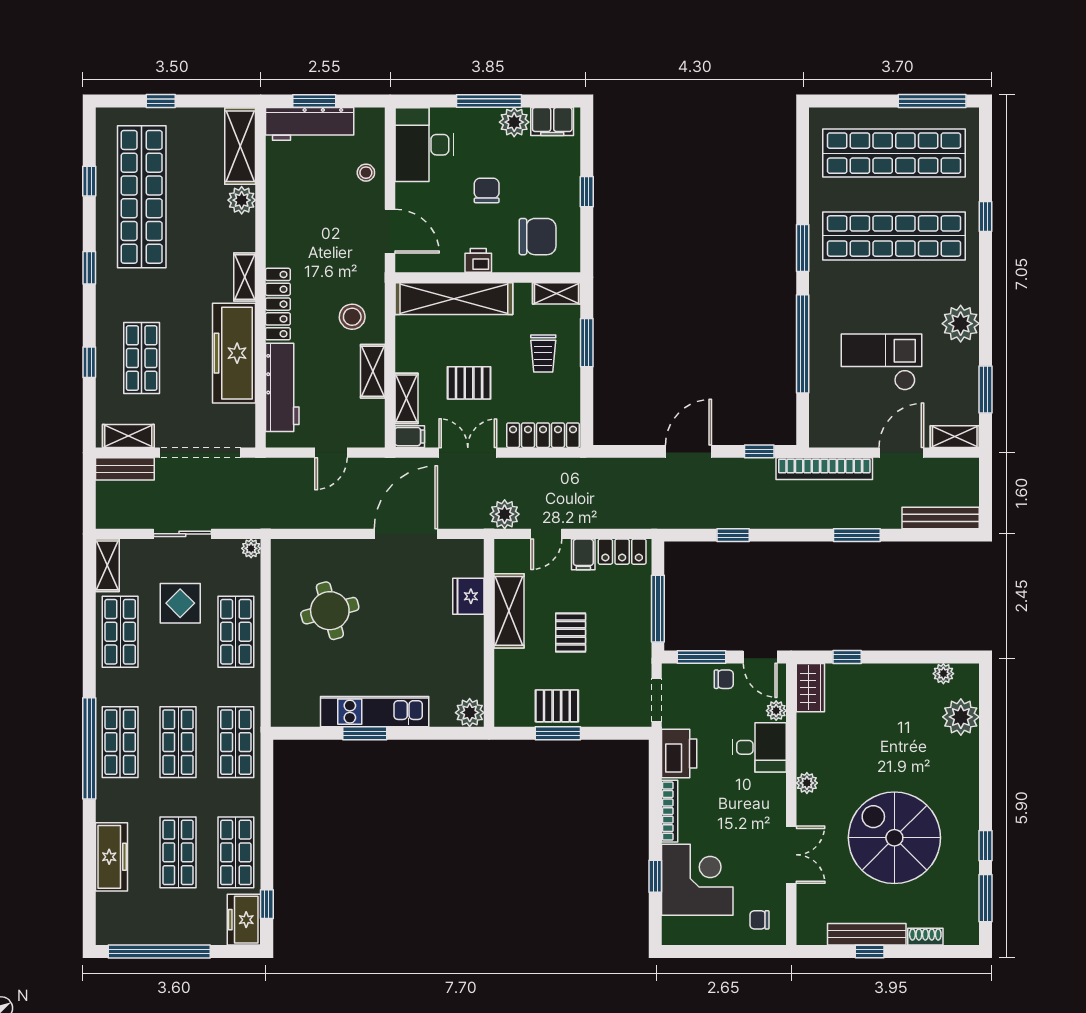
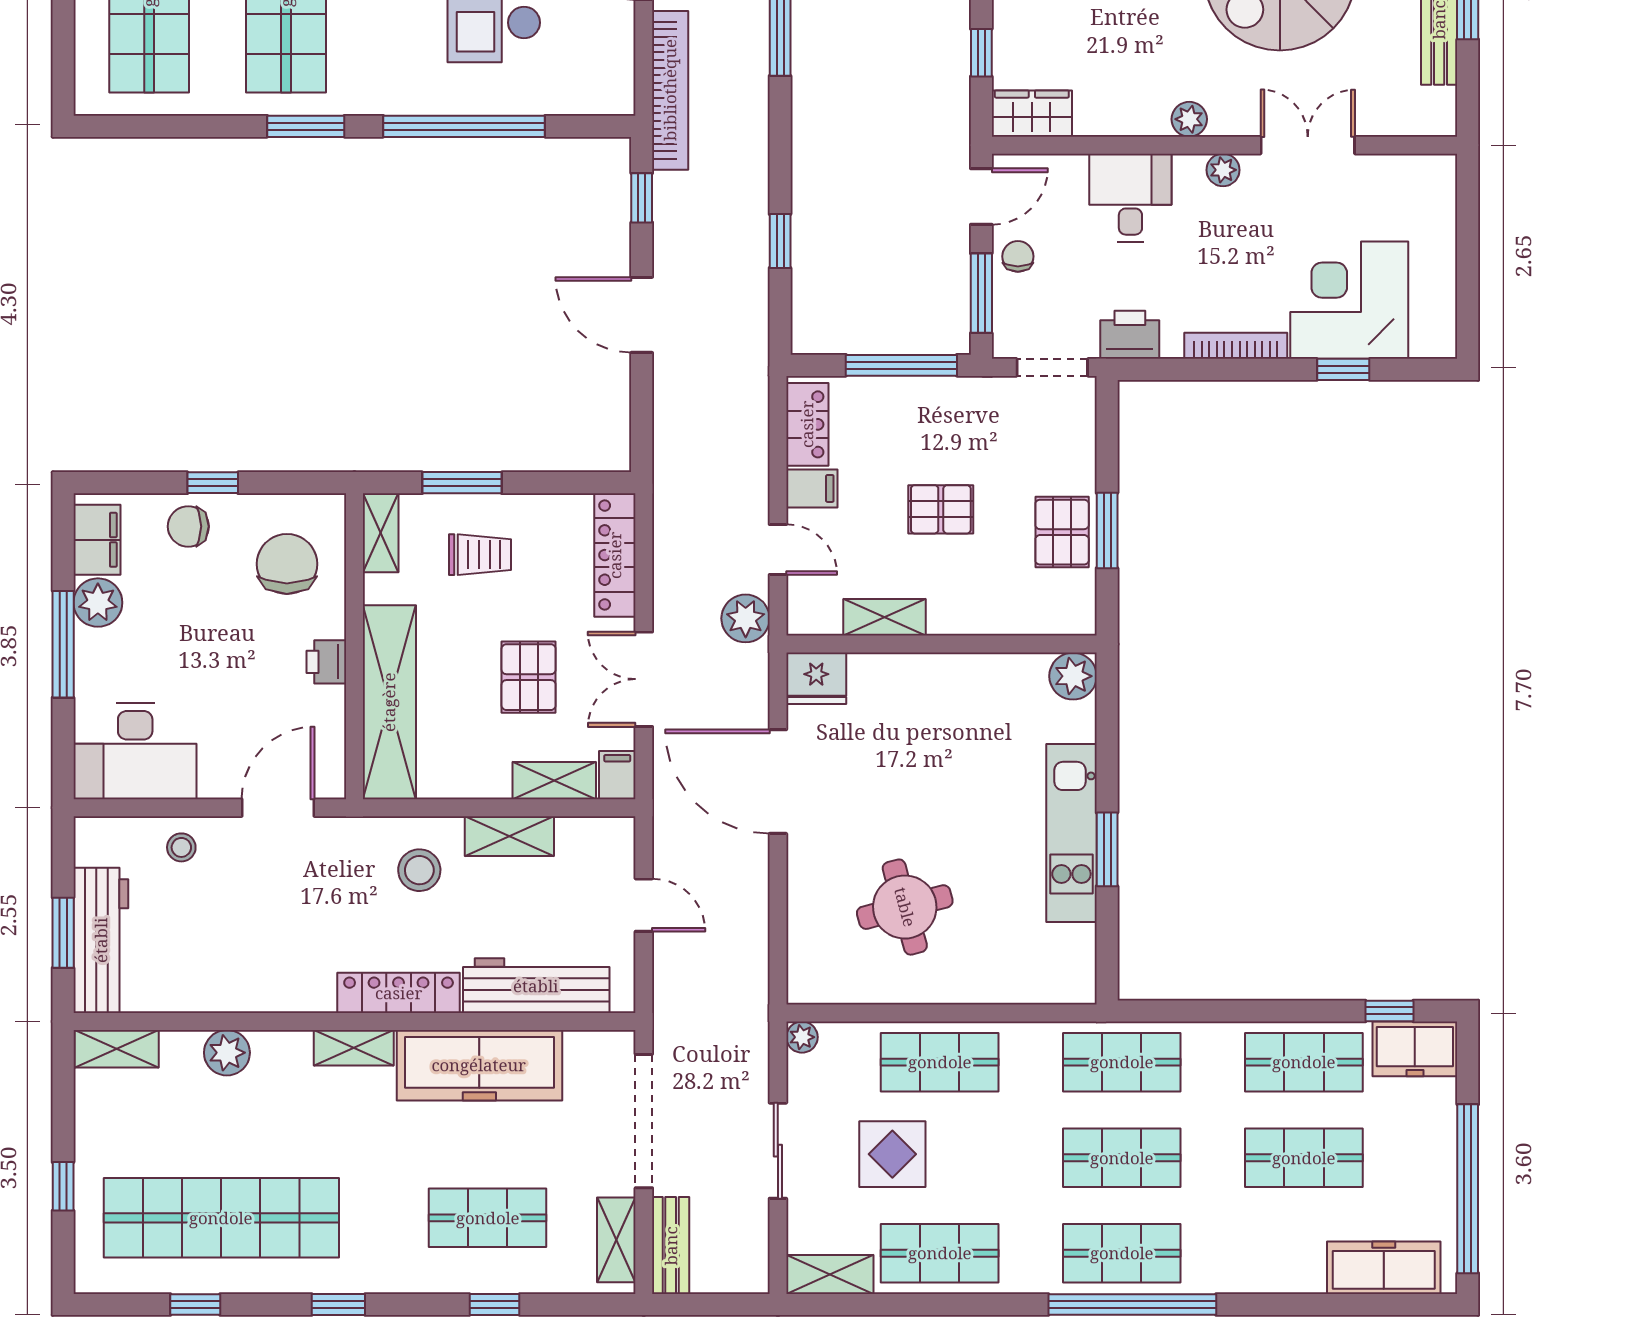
shelving: (240, 146) -> (117, 1049), width x0.67, depth x0.75
chair: (487, 190) -> (188, 526), moved
fridge: (468, 596) -> (816, 678), moved
shelving: (509, 611) -> (885, 617), width x0.67, depth x0.75
plant: (776, 711) -> (1223, 170), moved
printer: (679, 754) -> (1130, 335), width x0.73, depth x0.84
freezer: (111, 857) -> (1384, 1268), moved
chair: (759, 920) -> (1415, 198), removed

